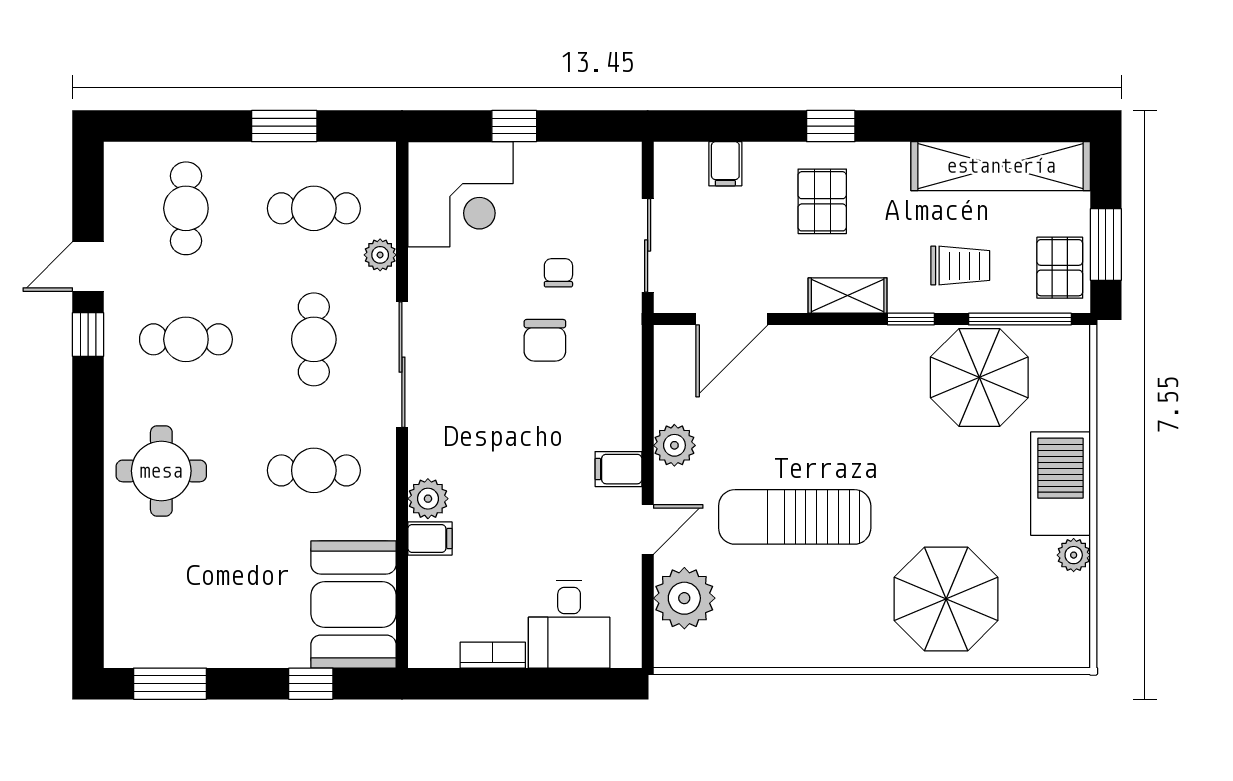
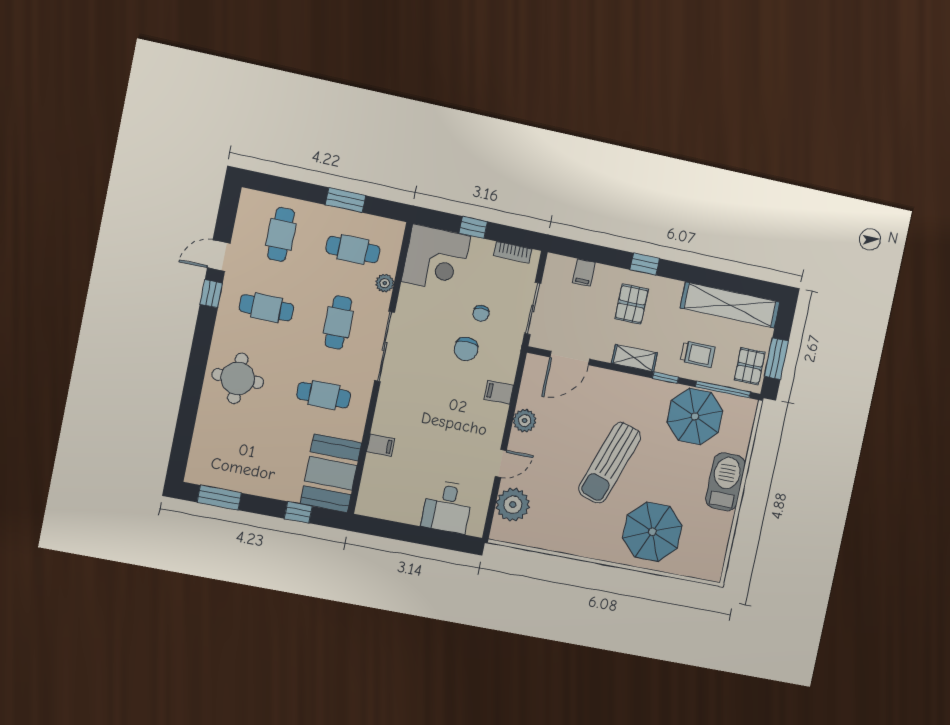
chair: (558, 273) -> (481, 313), turned 180
filing cabinet: (618, 469) -> (499, 392), moved
plant: (428, 499) -> (384, 423), removed
sun lounger: (795, 517) -> (610, 463), moved, turned -71
plant: (1074, 555) -> (724, 521), removed
bookcase: (493, 655) -> (513, 252), moved, turned 180

